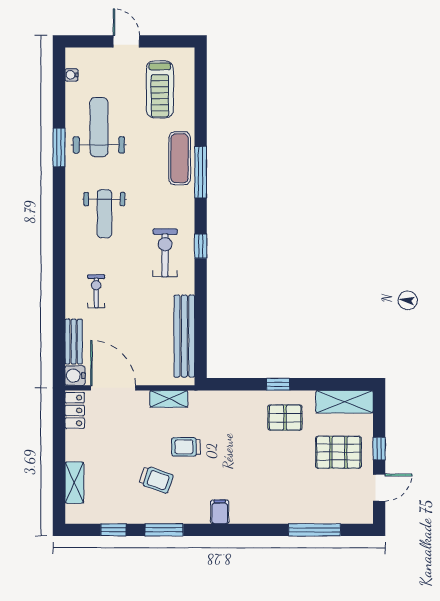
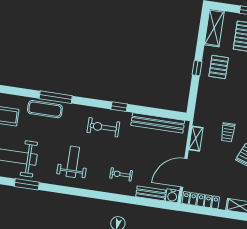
weight bench: (104, 214) -> (73, 162), turned -90
window: (201, 246) -> (119, 107), moved
locker: (75, 410) -> (201, 200), width x1.53

